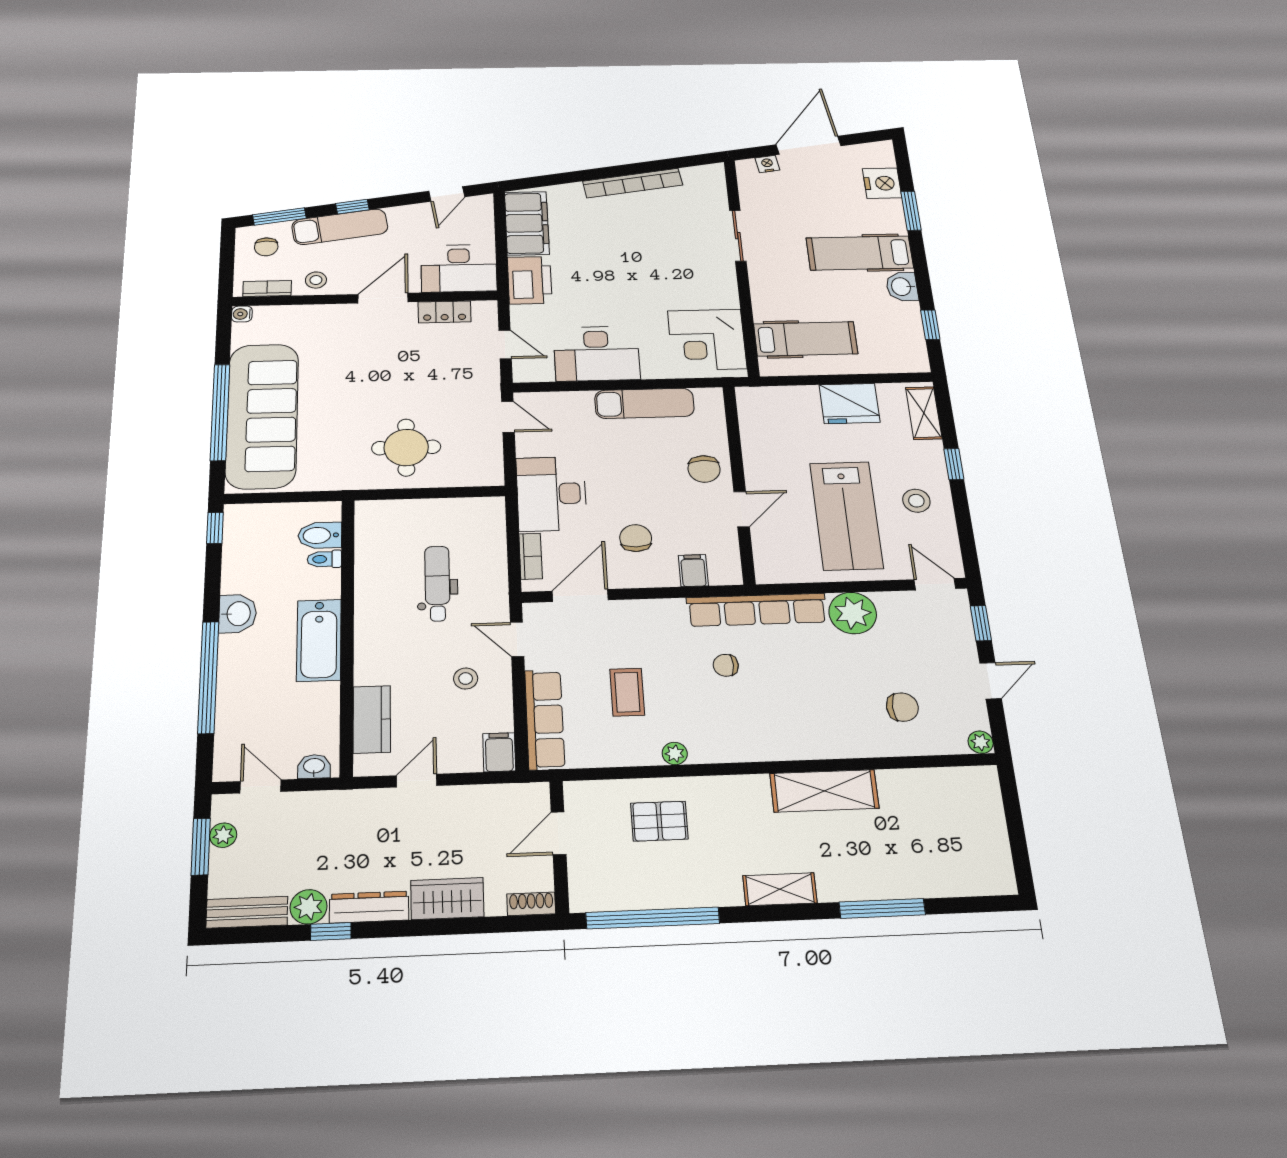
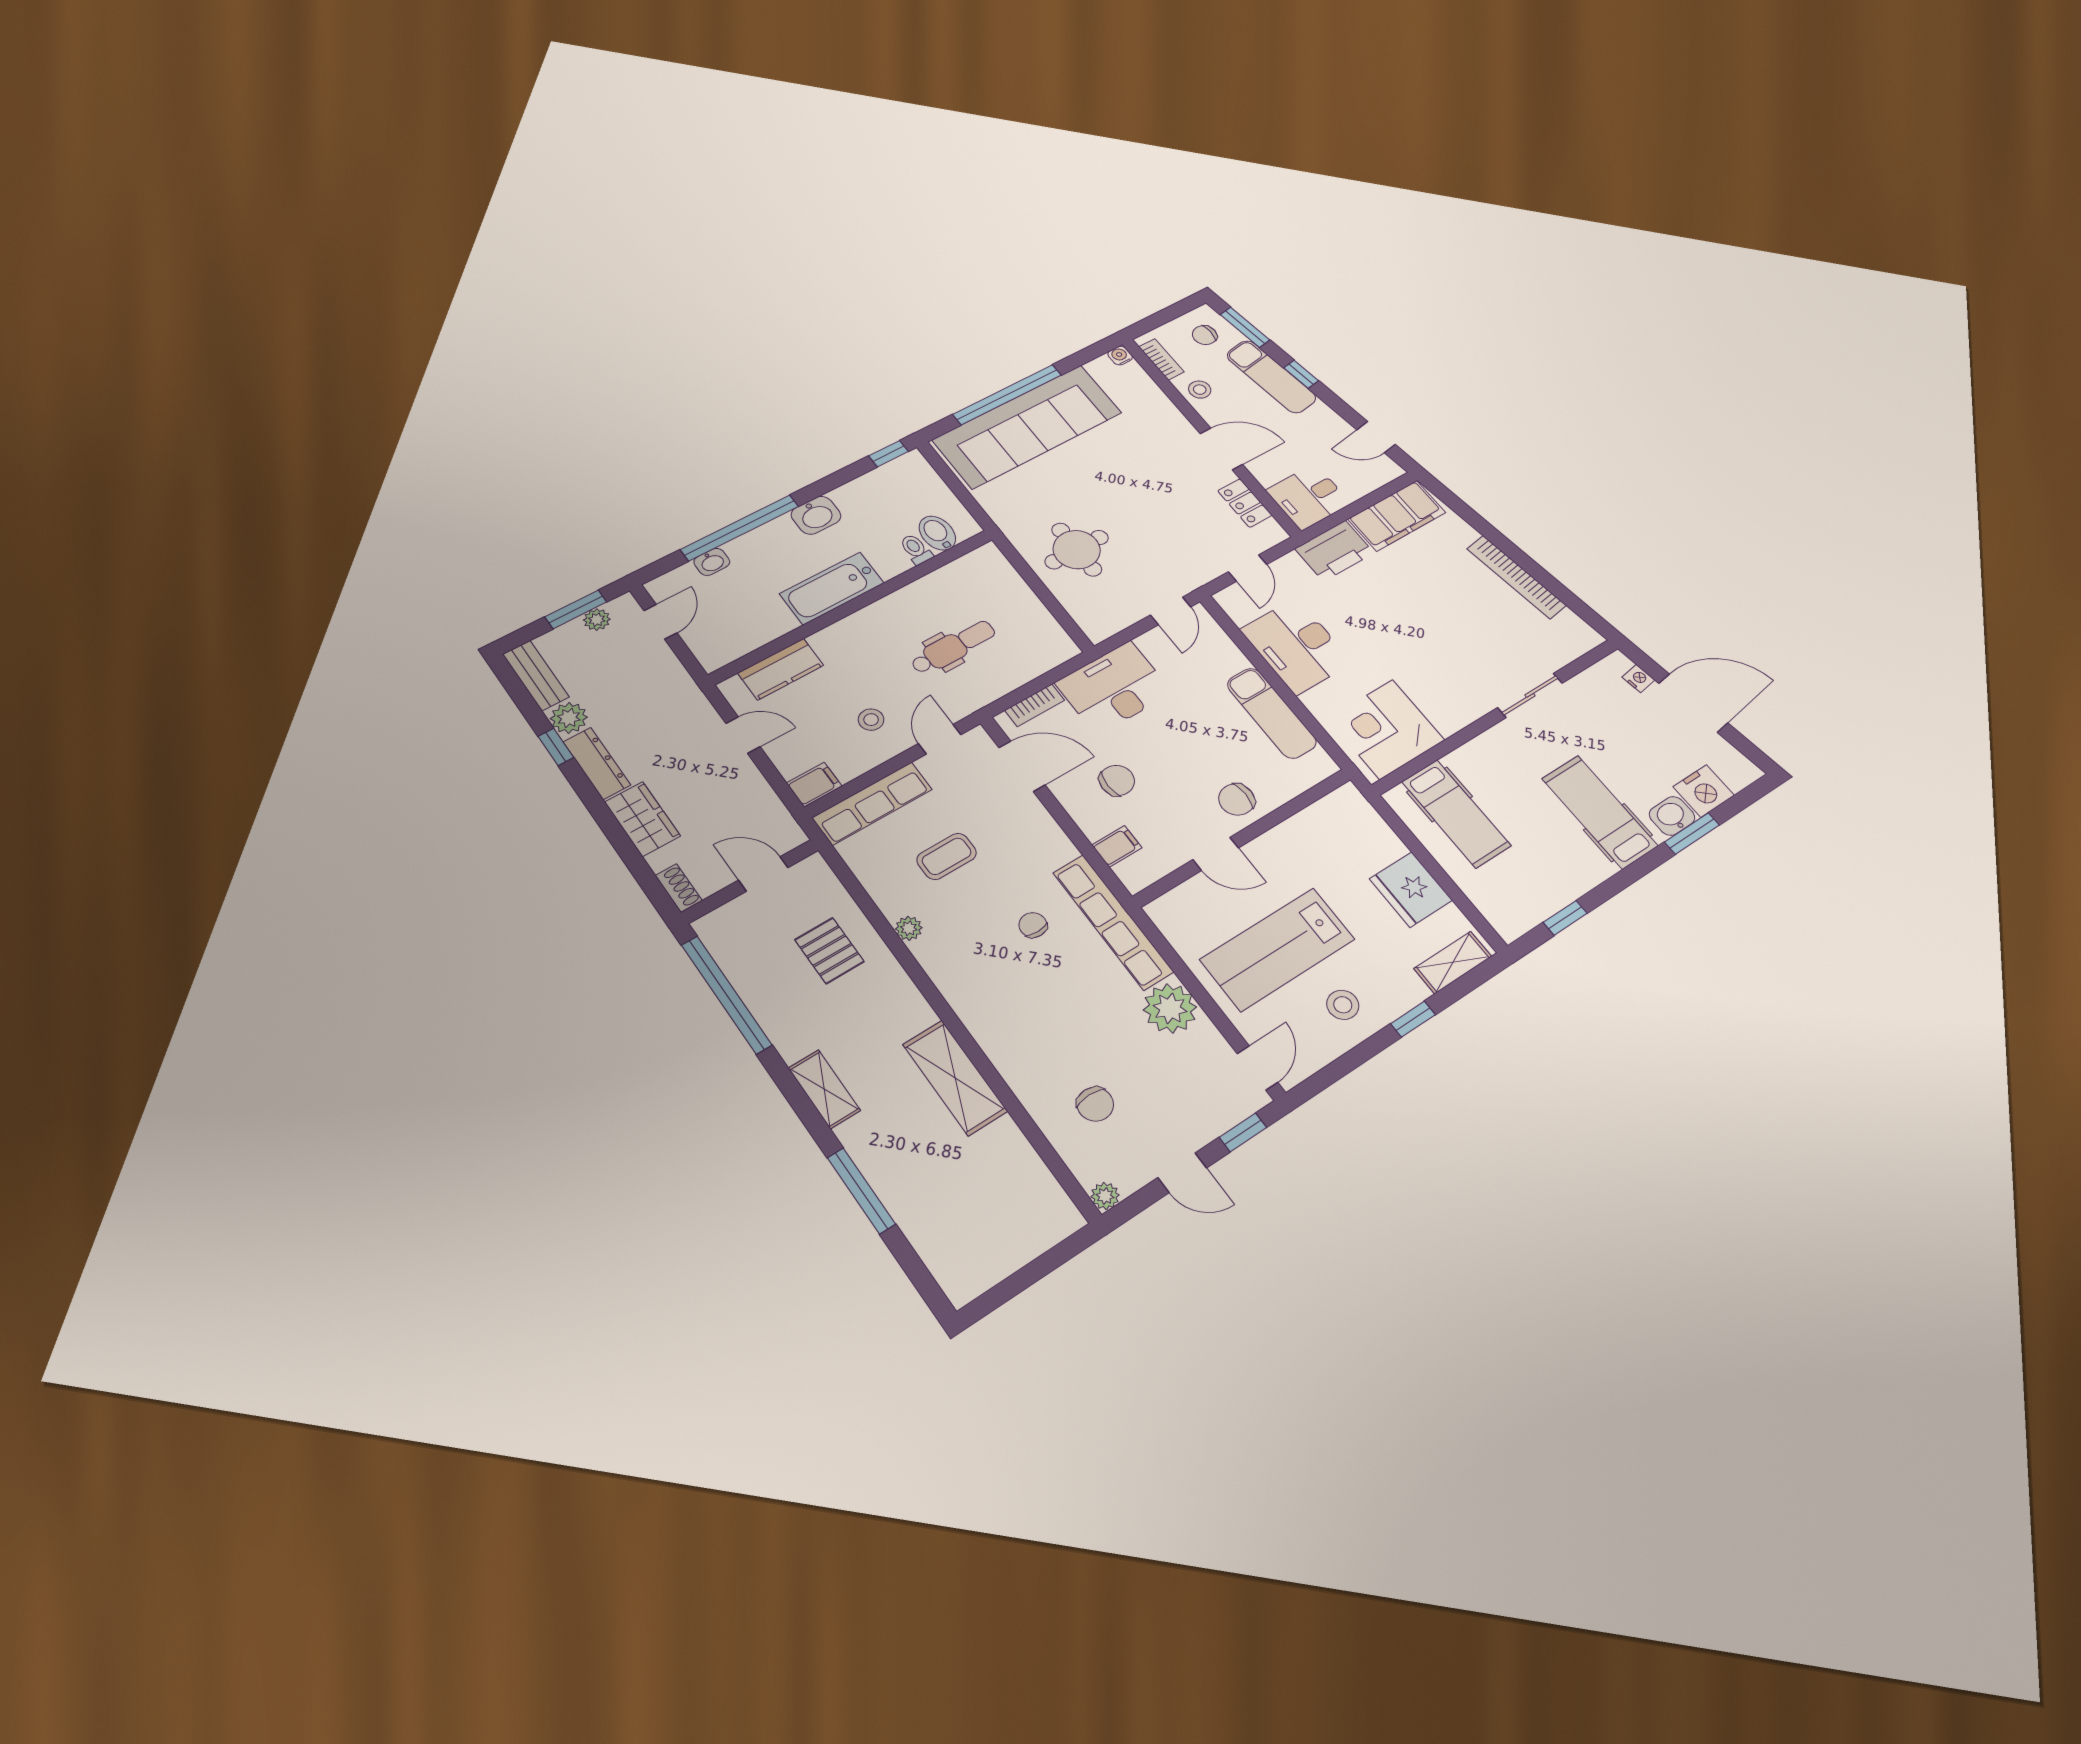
desk: (459, 268) -> (1308, 497), width x0.73
washbasin: (902, 287) -> (1672, 816), moved
washbasin: (314, 766) -> (712, 562), moved, turned 90

